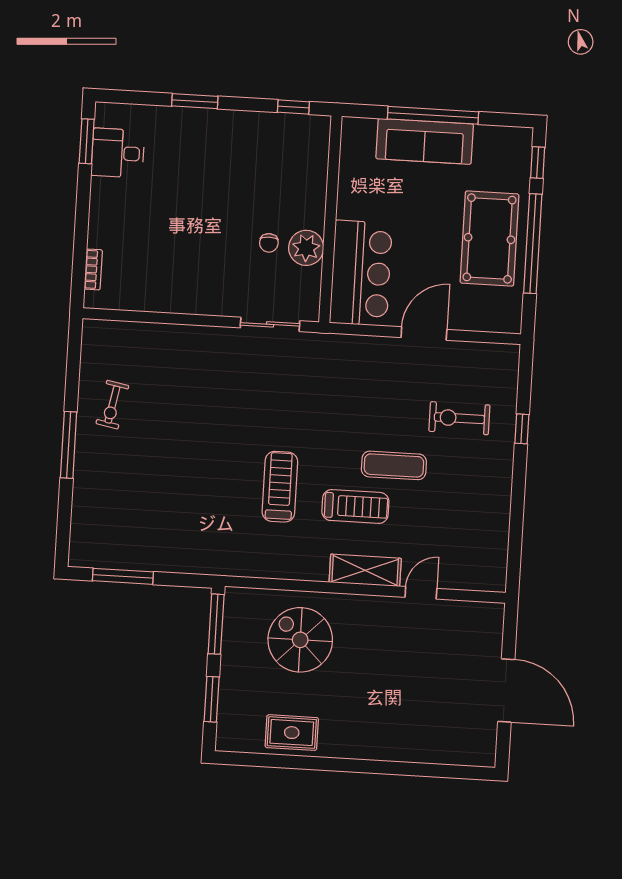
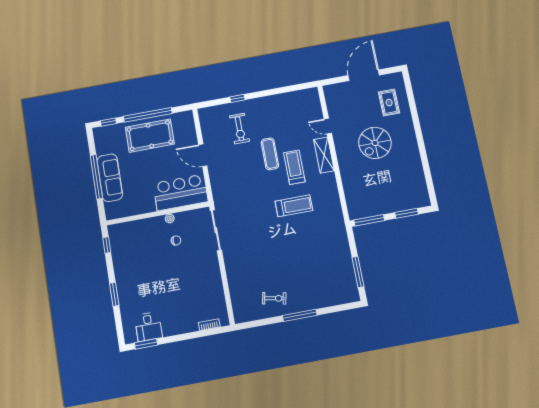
plant: (306, 248) -> (170, 219), width x0.53, depth x0.53
sliding door: (270, 324) -> (216, 230), width x1.37
treadmill: (280, 487) -> (294, 206), turned 180
spiral stairs: (300, 640) -> (375, 143), moved
rug: (292, 733) -> (389, 103), moved

